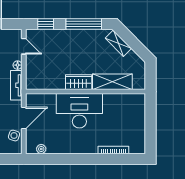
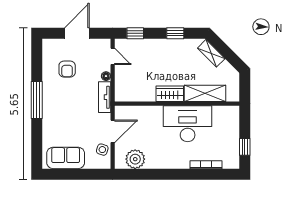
window: (84, 24) -> (175, 33), width x0.46
desk: (79, 111) -> (188, 124), moved
window: (150, 133) -> (245, 147), added
plant: (41, 149) -> (135, 159), width x1.88, depth x1.88

